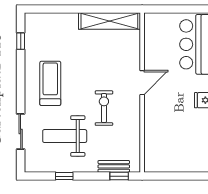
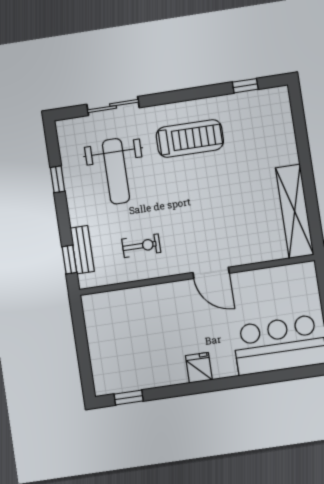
exercise bike: (104, 108) -> (141, 246), moved, width x0.73, depth x0.72
weight bench: (65, 136) -> (116, 171), turned 180

